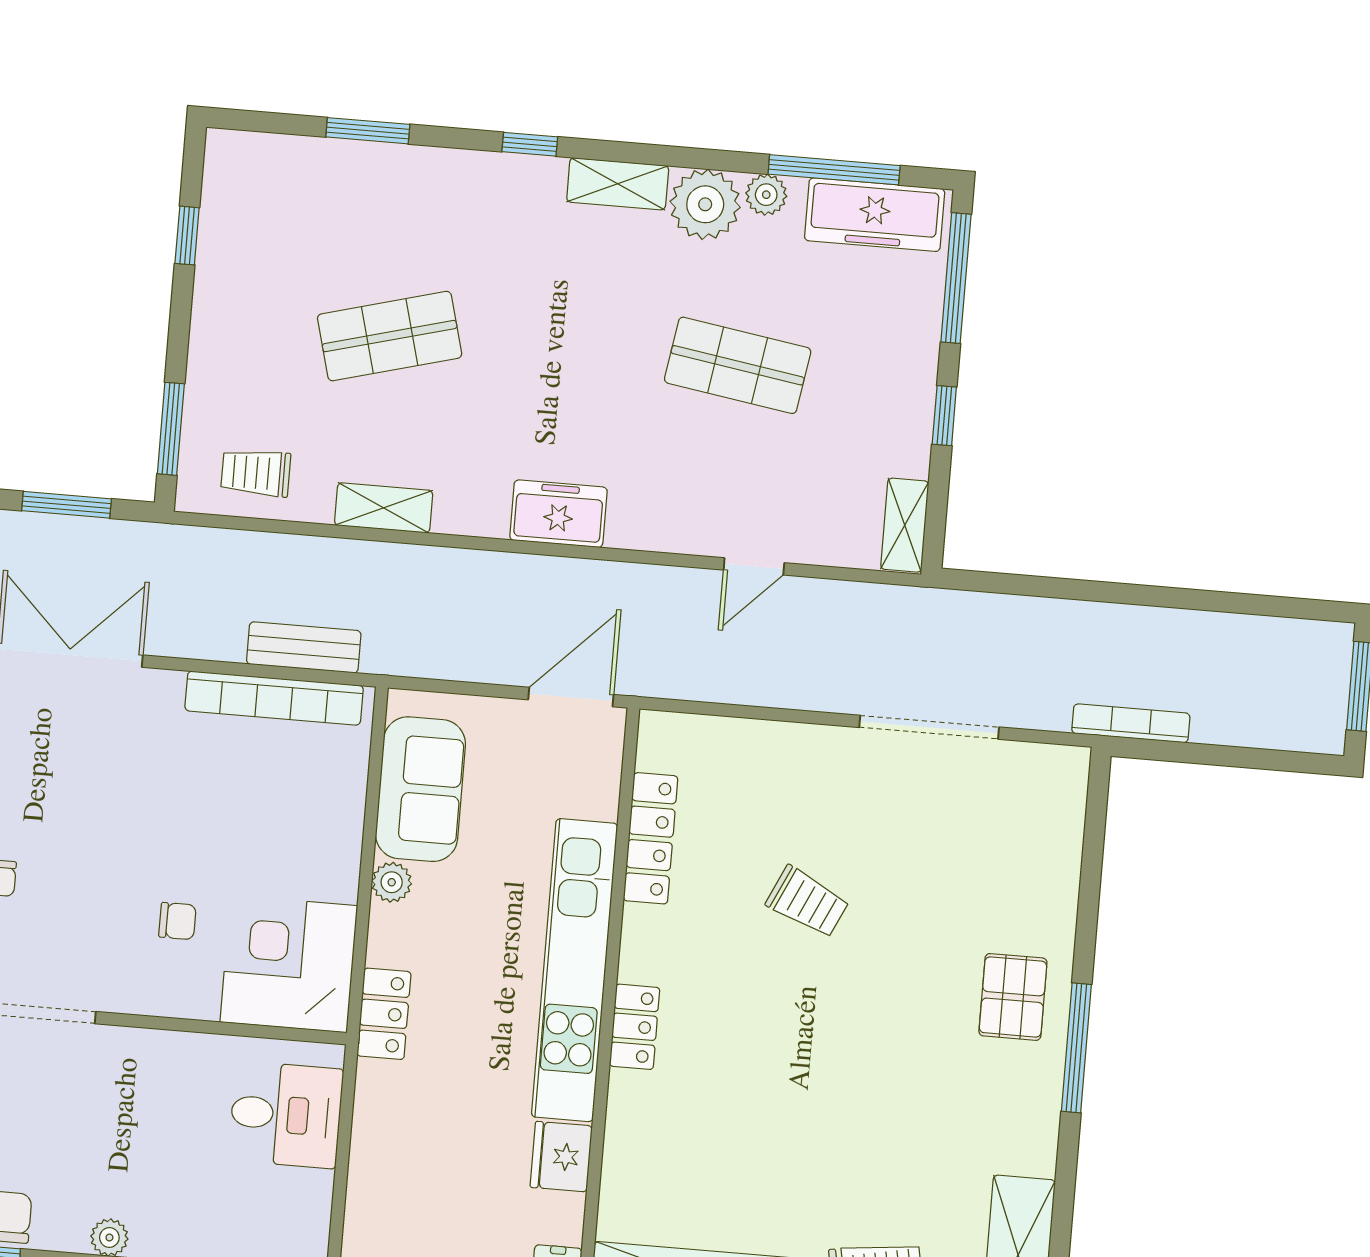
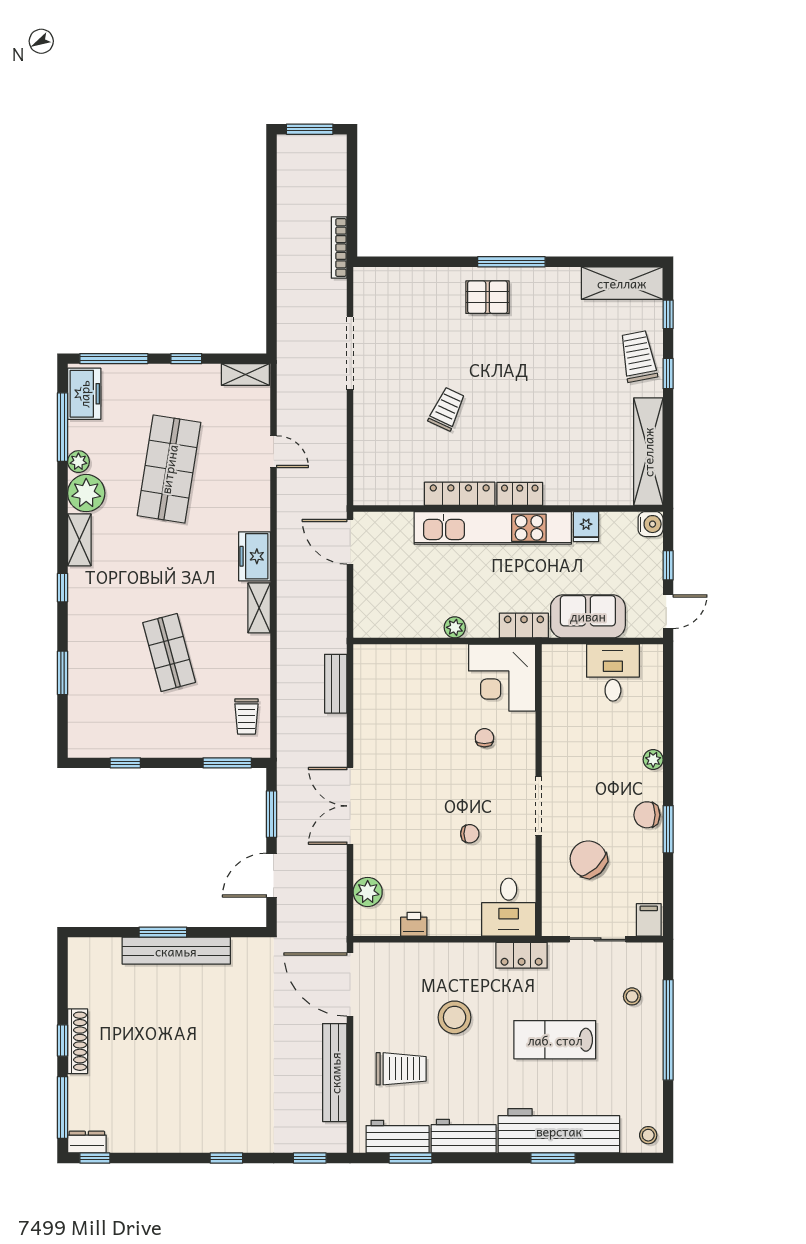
freezer: (875, 215) -> (84, 394), width x0.71
shop shelf: (738, 365) -> (169, 469), width x1.43, depth x1.36
shelving: (384, 508) -> (259, 608), moved
bookcase: (274, 698) -> (364, 697), removed
sofa: (421, 789) -> (588, 616), moved
locker: (651, 838) -> (460, 494), moved
desk: (286, 1115) -> (613, 673), moved
fridge: (561, 1157) -> (586, 527), width x0.72

